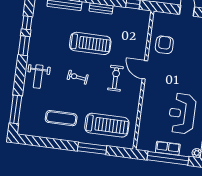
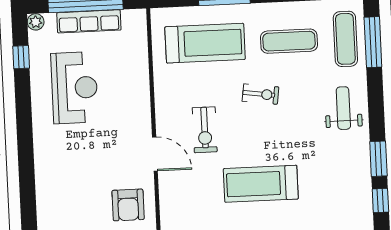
exercise bike: (78, 77) -> (260, 94), moved
exercise mat: (30, 114) -> (345, 39), added
treadmill: (107, 125) -> (205, 43), turned 180
row of seats: (168, 148) -> (89, 21), width x1.48

